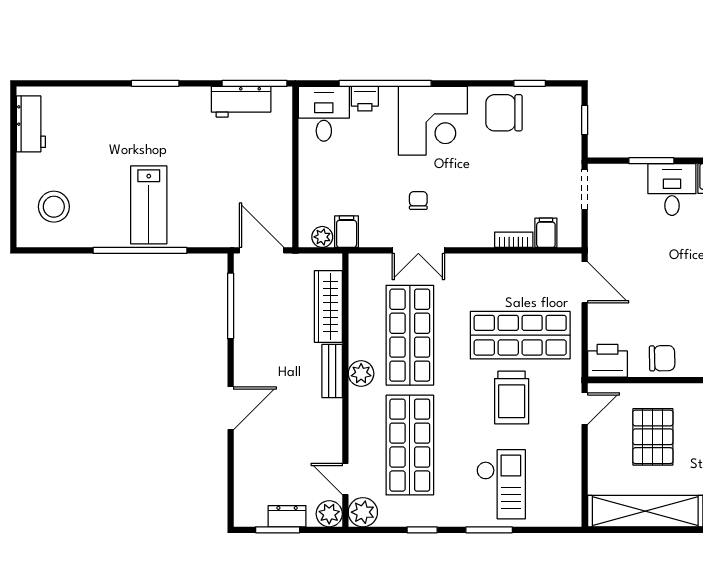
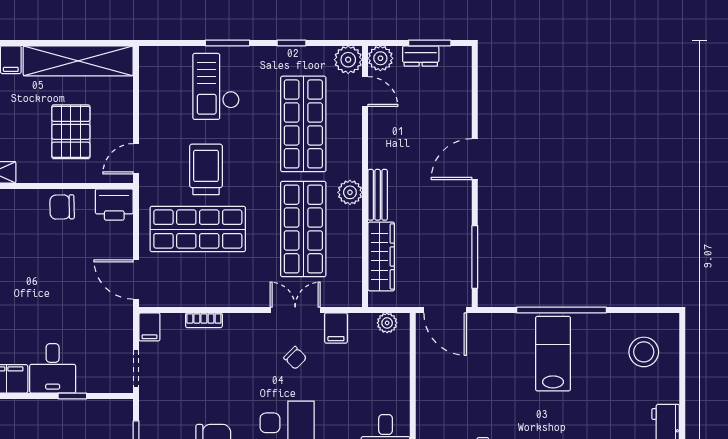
window: (651, 161) -> (72, 396), width x0.67
chair: (418, 201) -> (295, 358), turned -45
filing cabinet: (347, 232) -> (336, 328), moved
filing cabinet: (546, 233) -> (149, 327), moved

